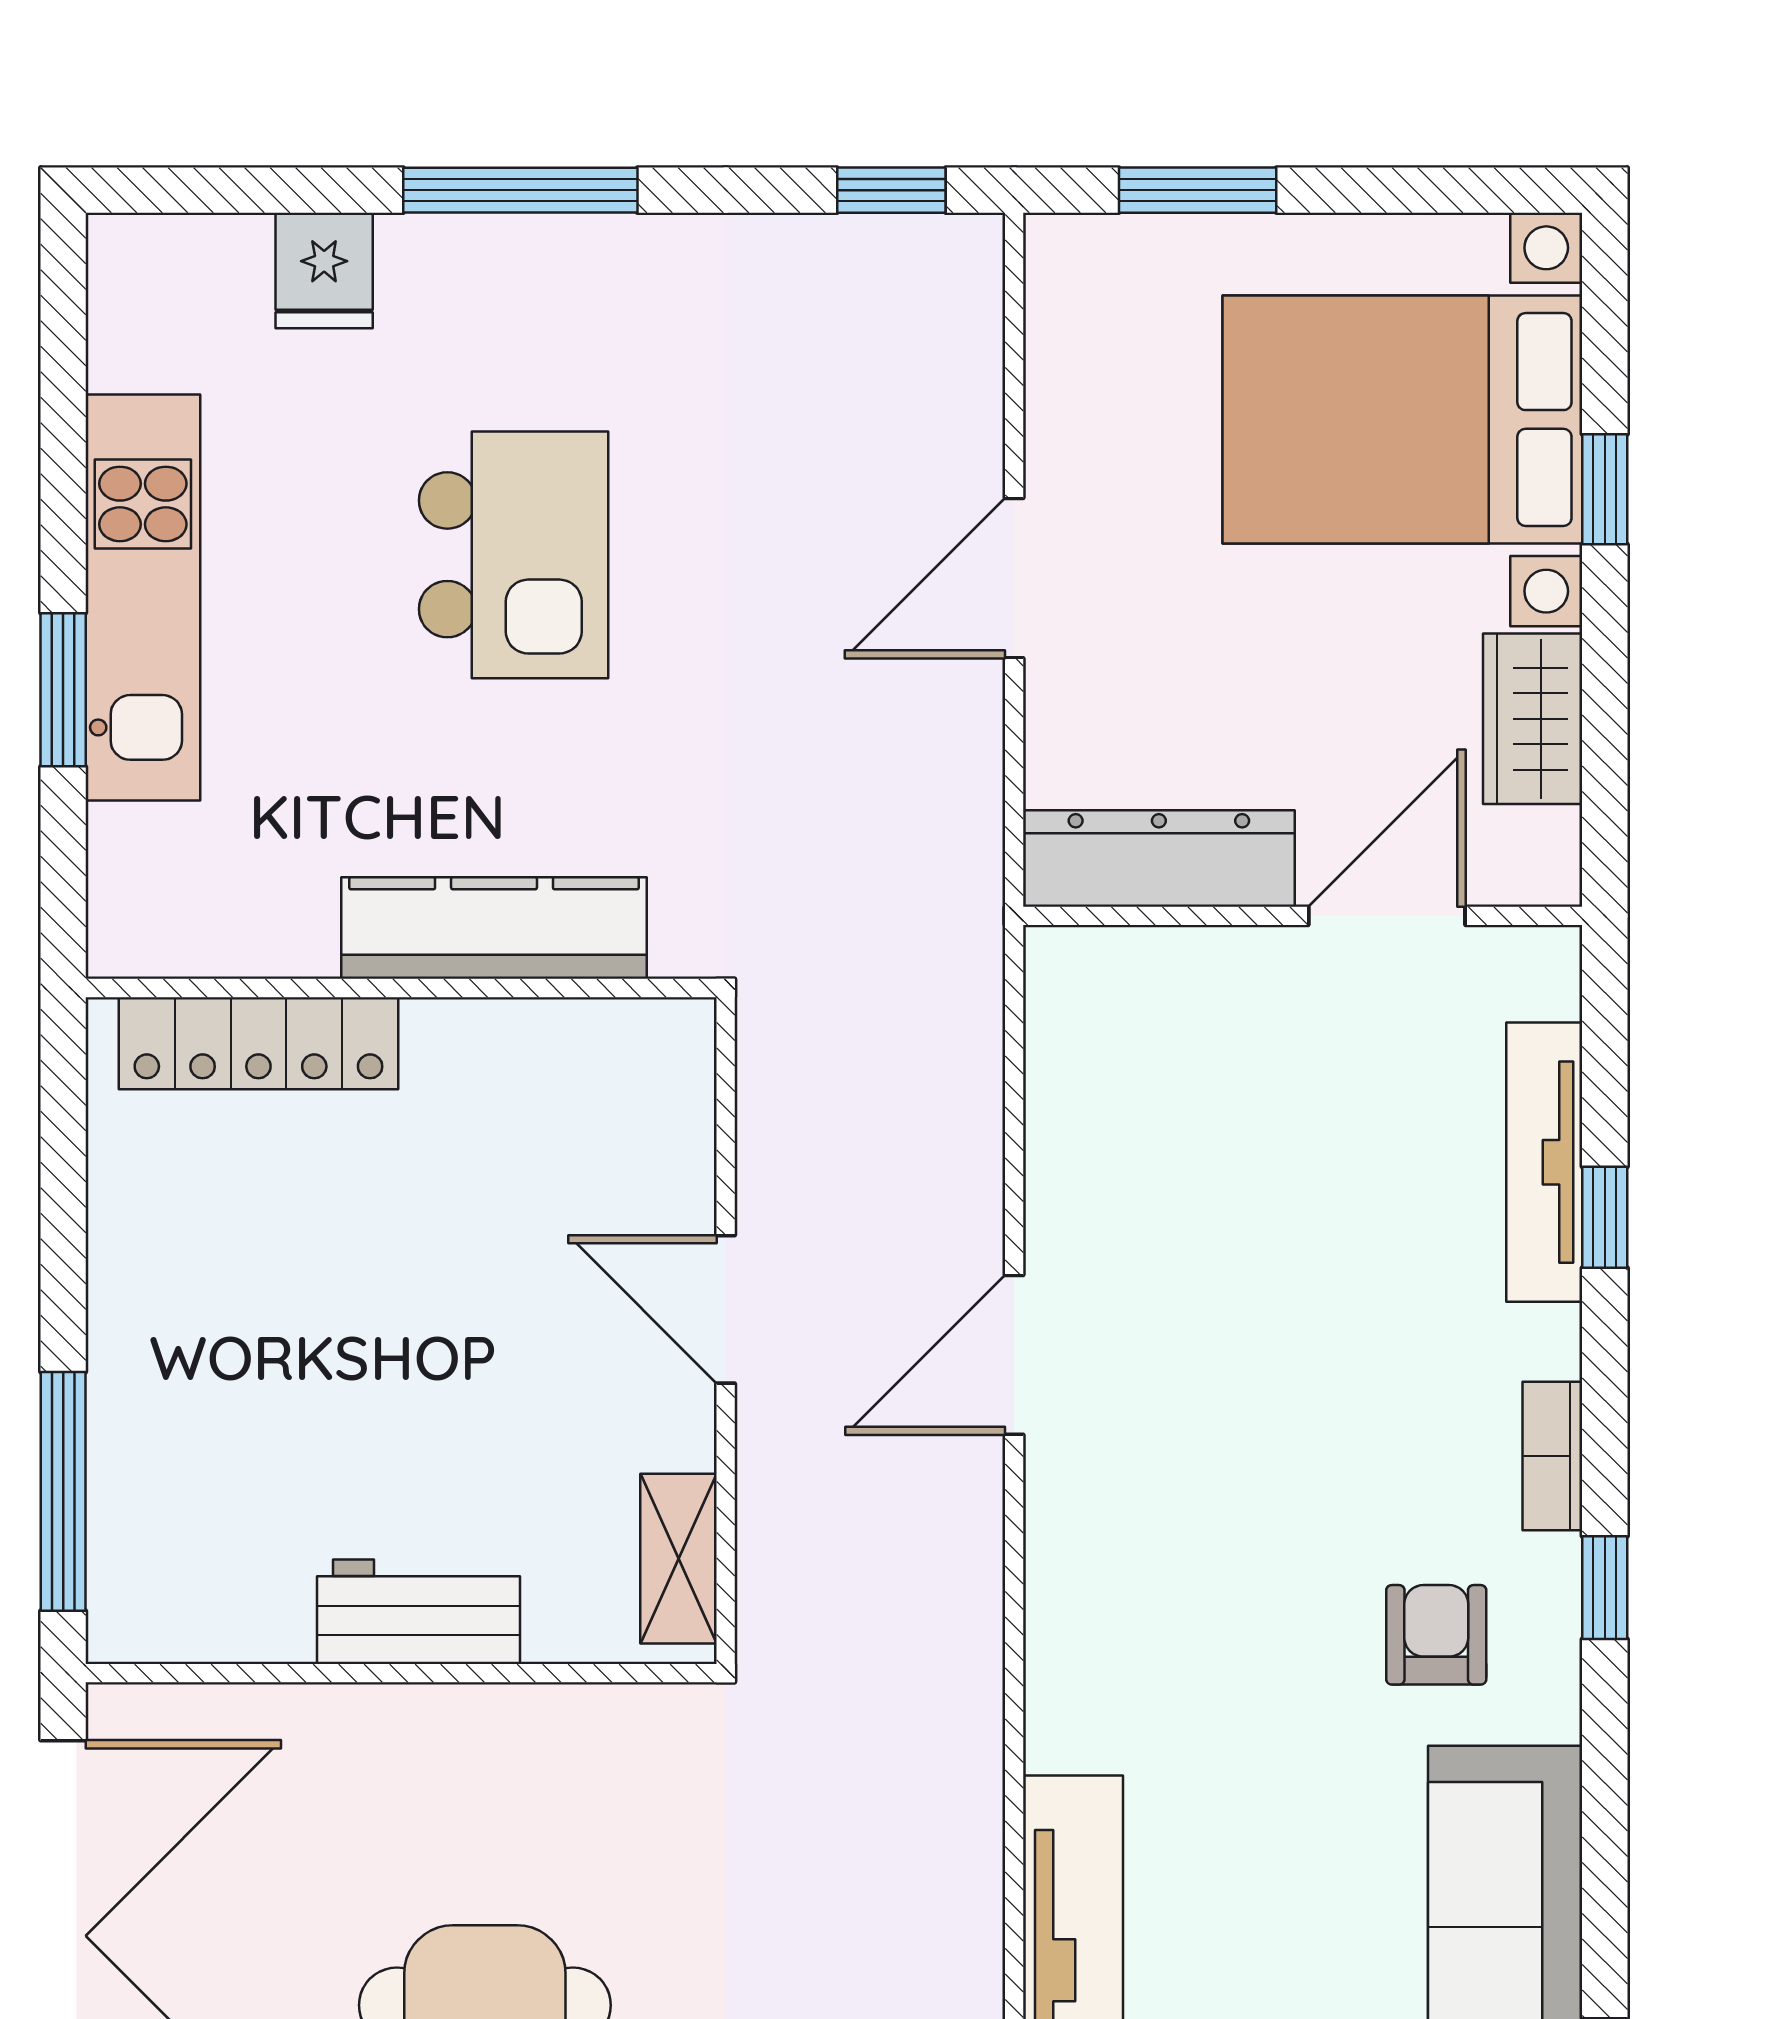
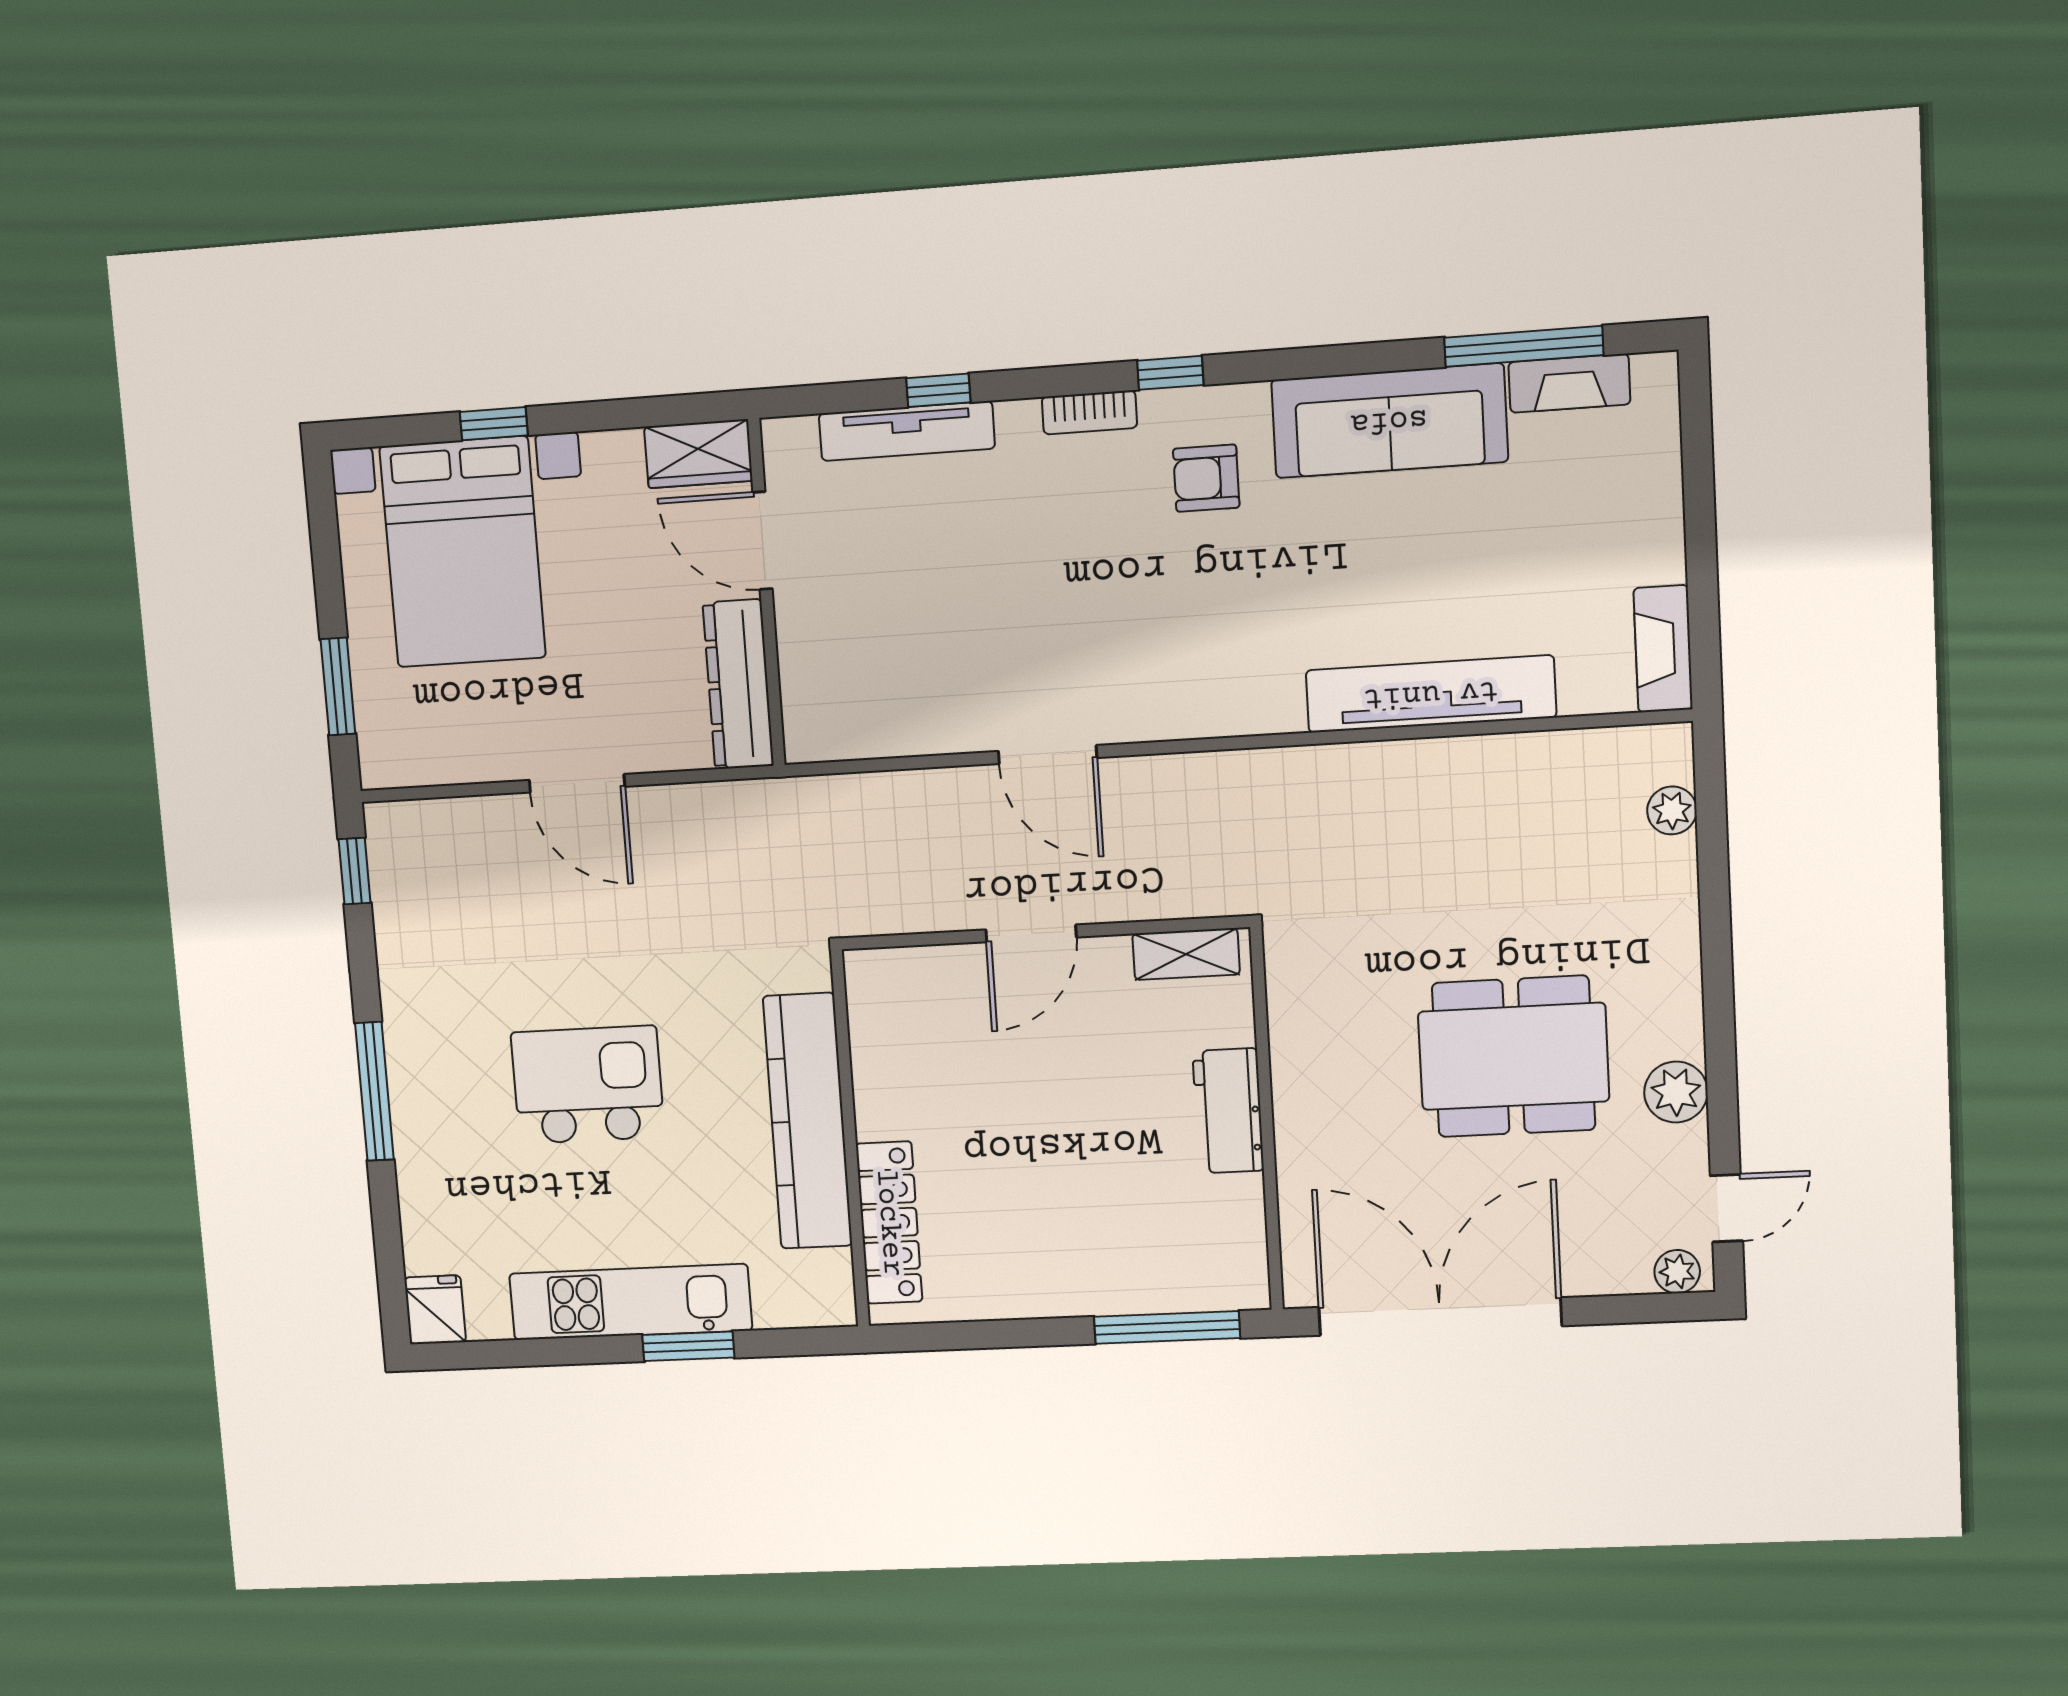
fridge: (324, 270) -> (435, 1310), moved, turned -90
wardrobe: (1533, 719) -> (698, 454), moved
kitchen counter: (494, 928) -> (808, 1121), width x1.39, depth x1.17

